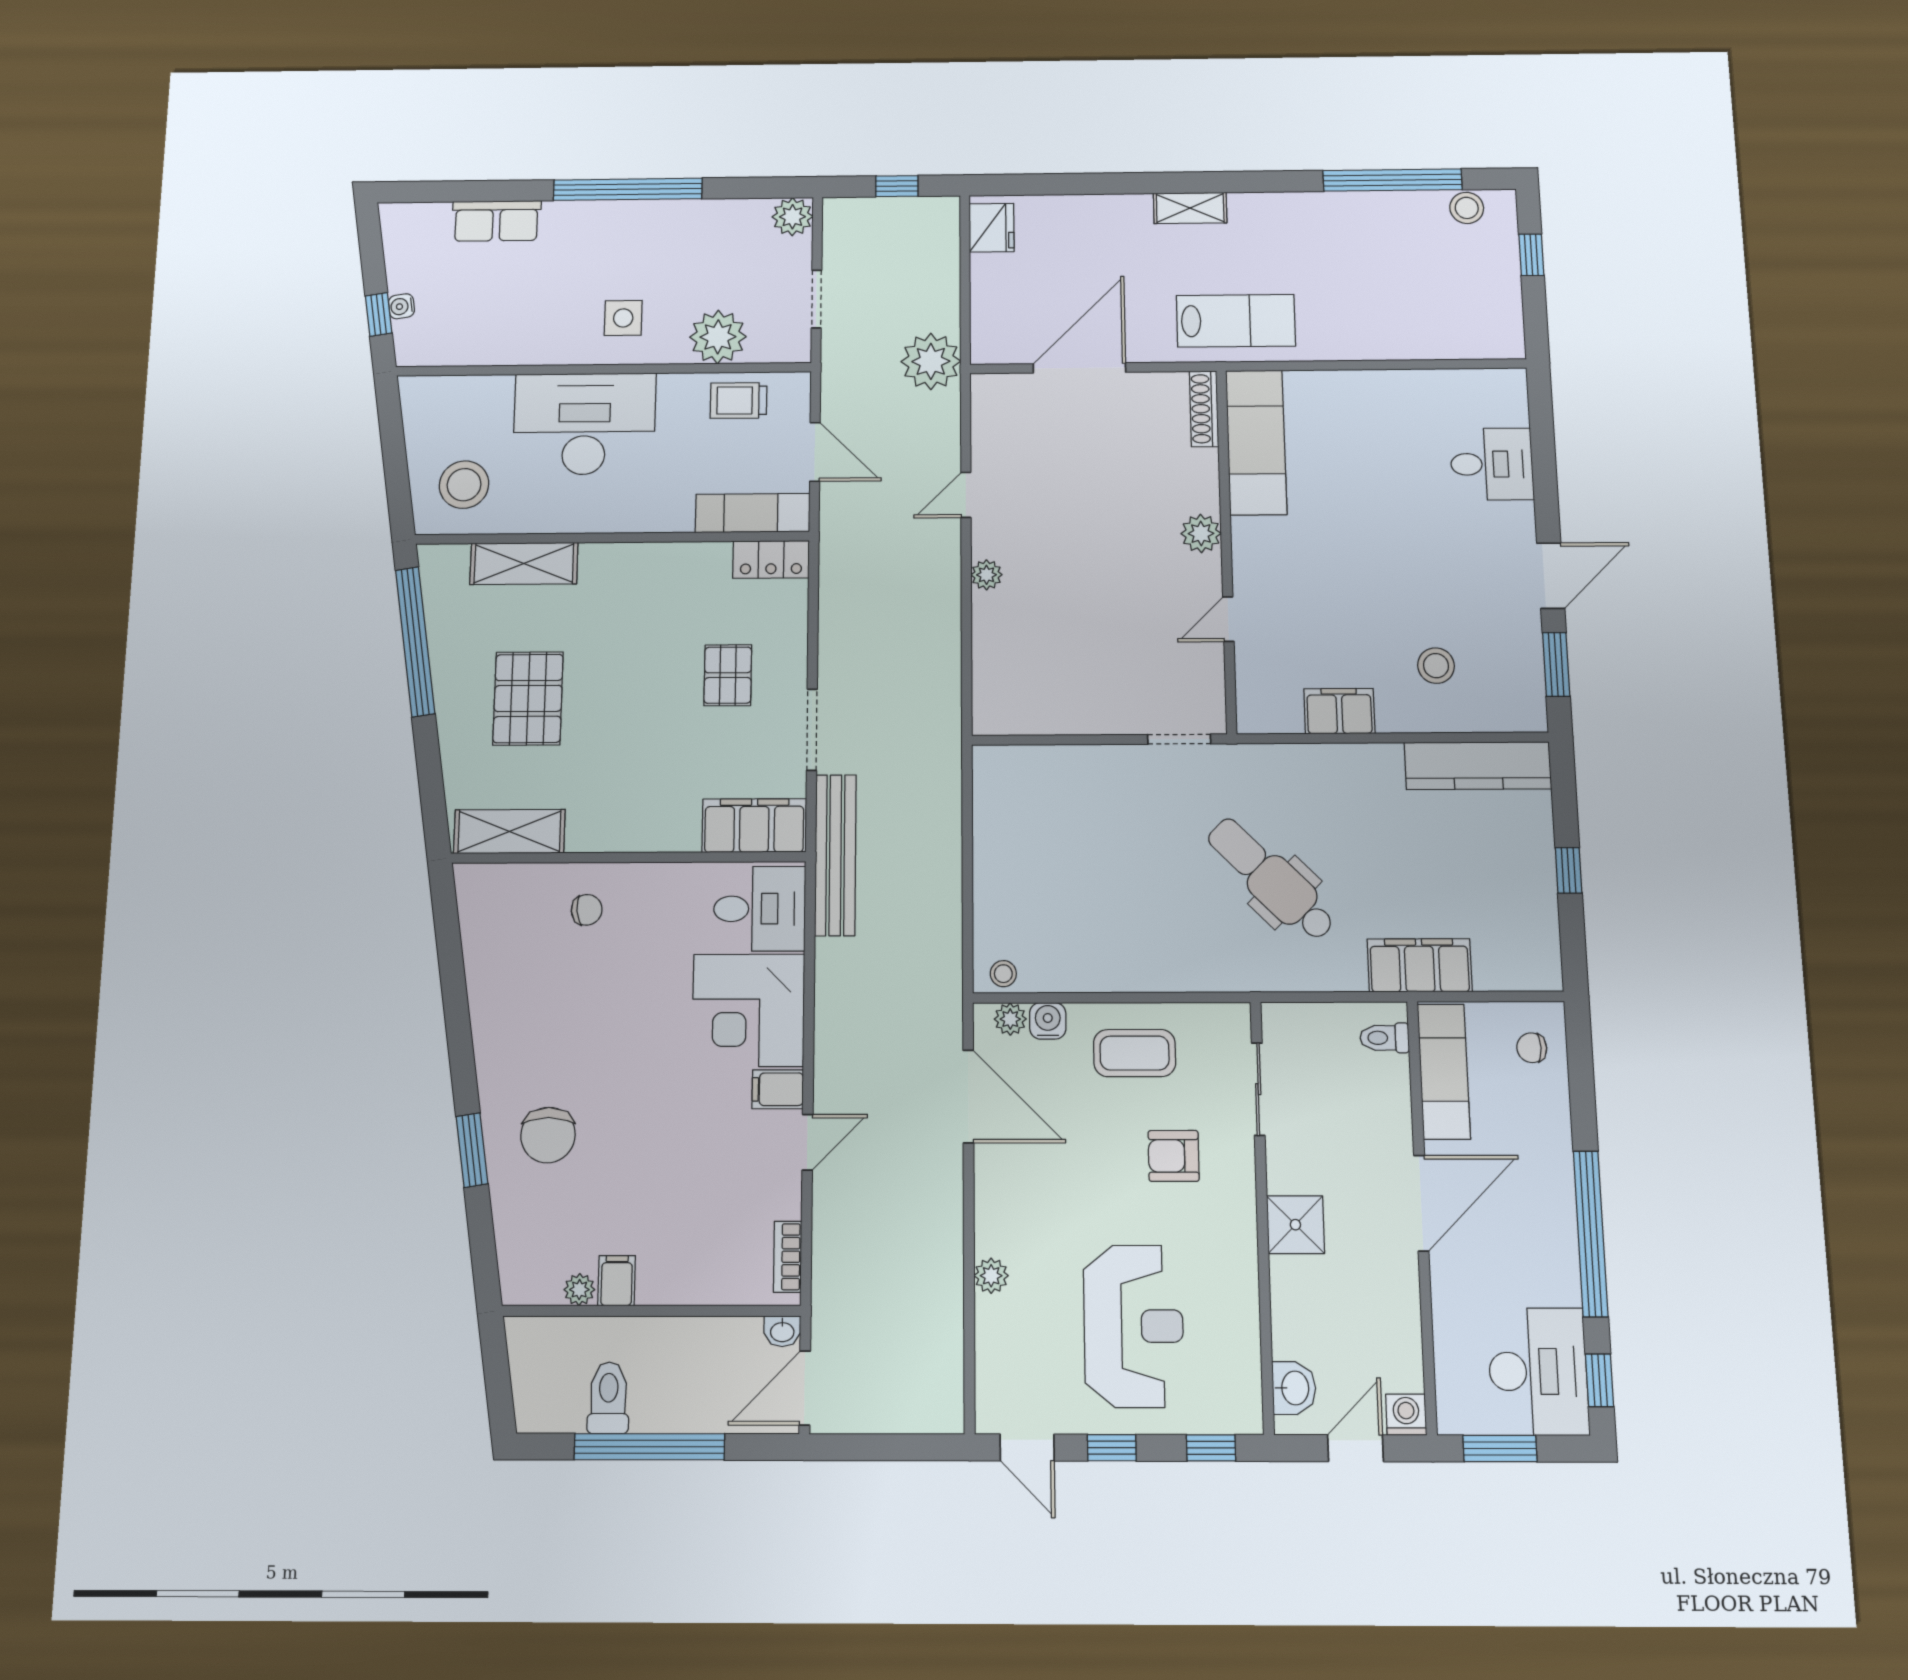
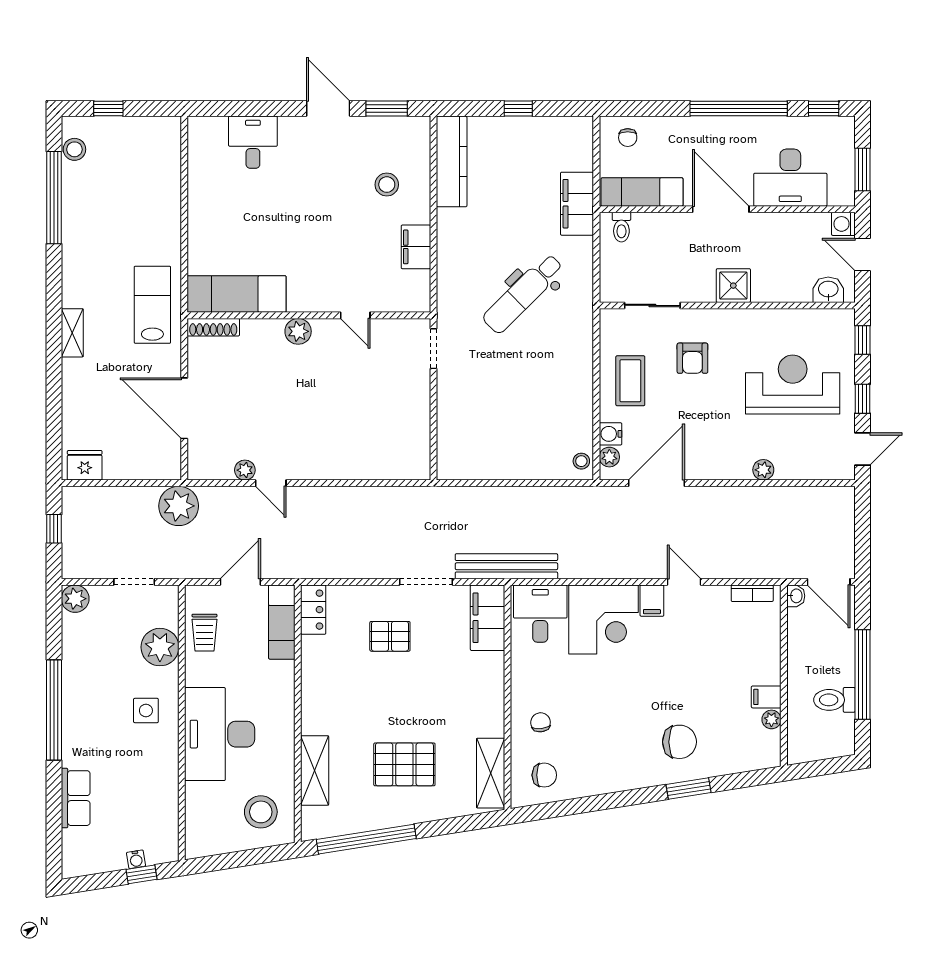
plant: (987, 575) -> (245, 470), moved
chair: (503, 916) -> (544, 775), added
desk: (1538, 1371) -> (790, 178), moved, turned 180

